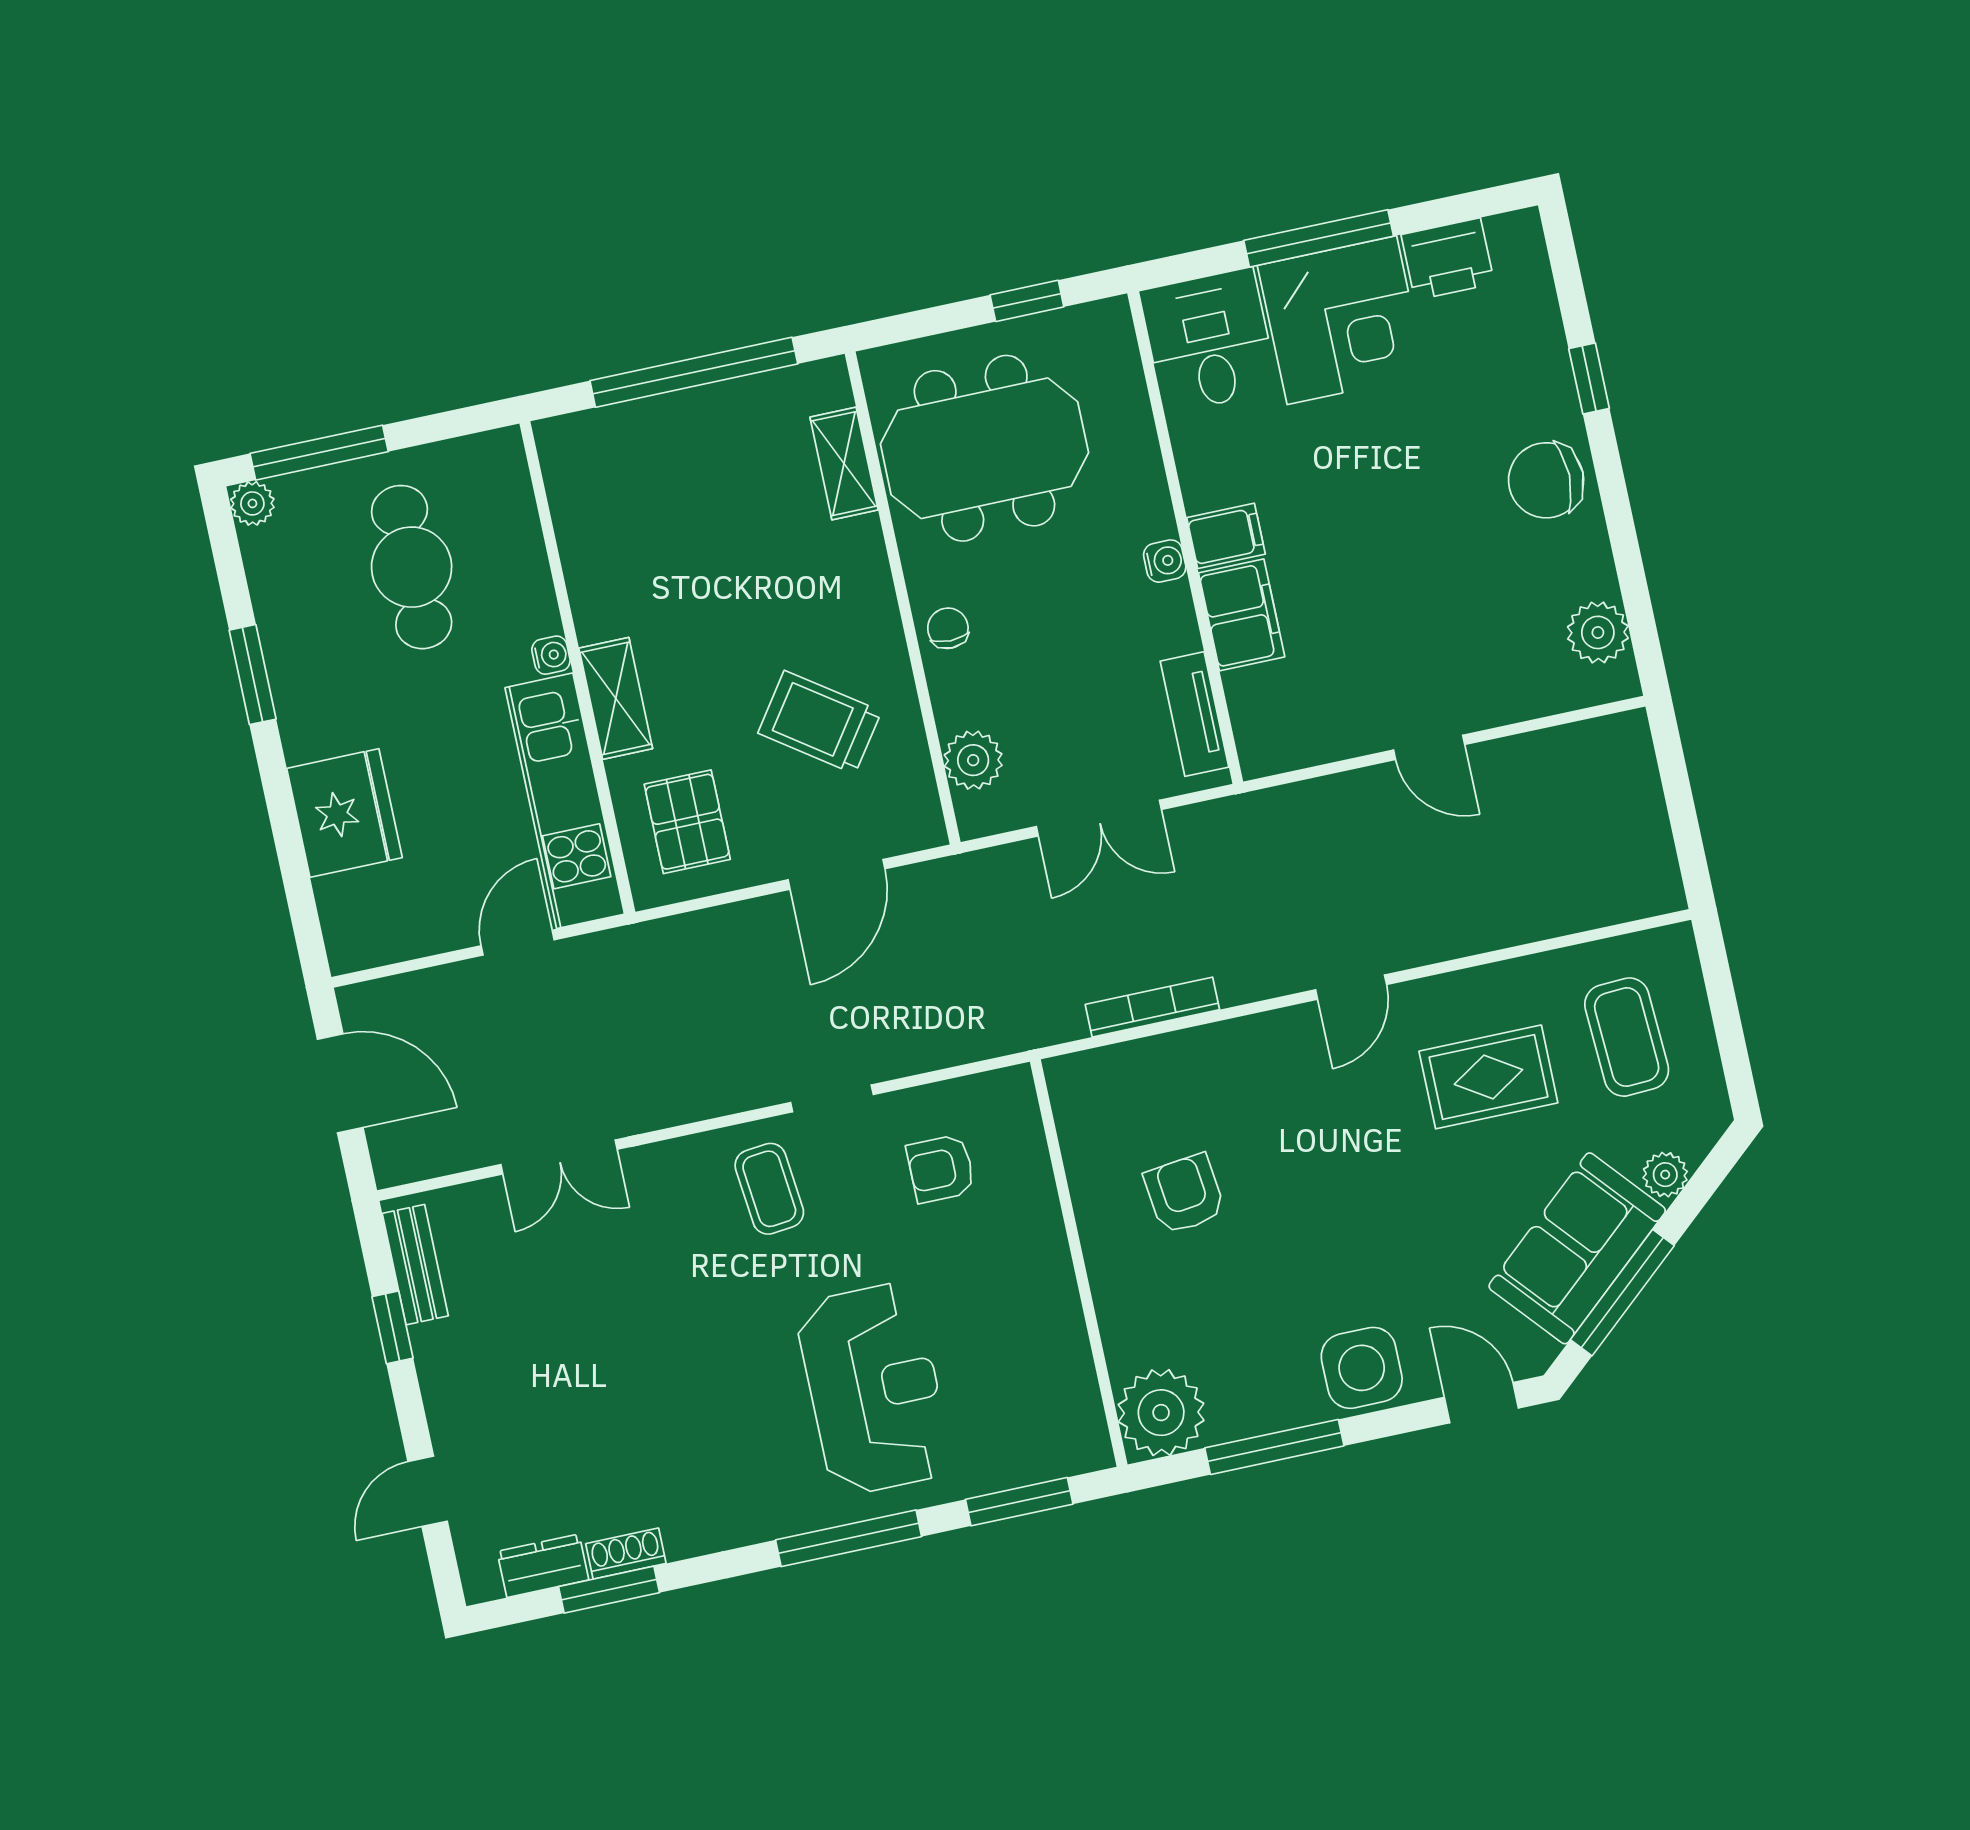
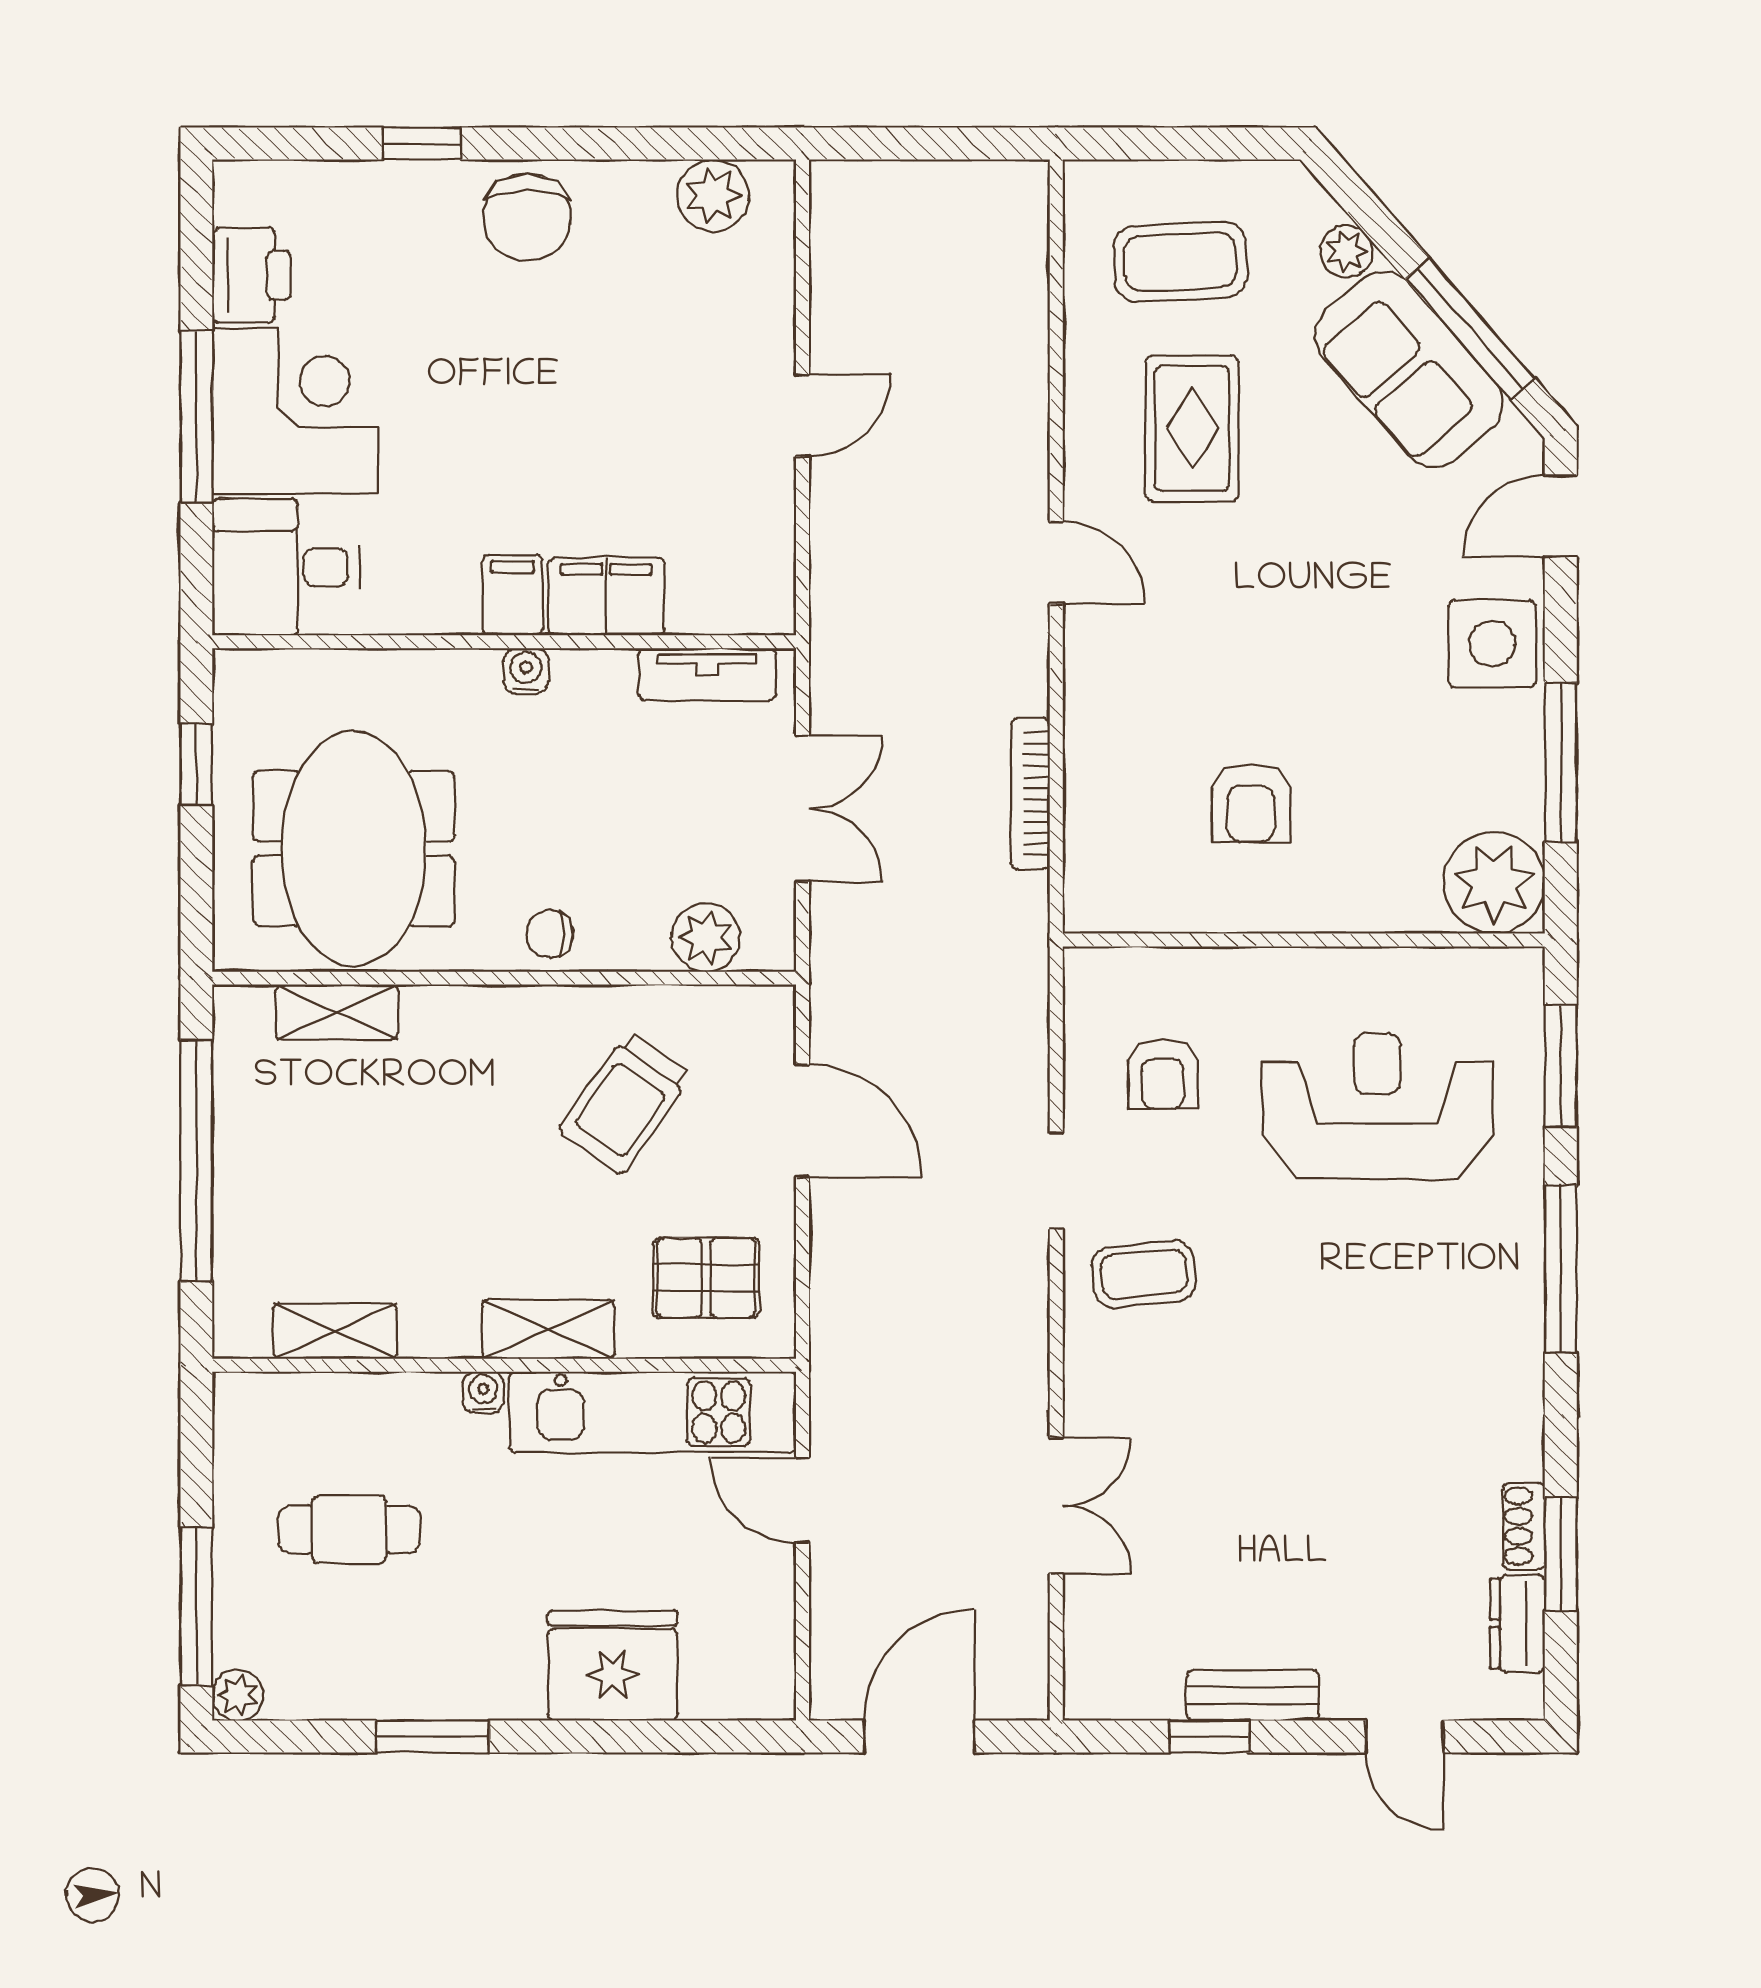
shelving: (576, 520) -> (335, 1331), added
cafe table: (412, 567) -> (349, 1529), width x0.73, depth x0.74
armchair: (1185, 1194) -> (1251, 803), turned -83
bench: (415, 1265) -> (1253, 1695), moved
reception desk: (874, 1389) -> (1378, 1106), moved

